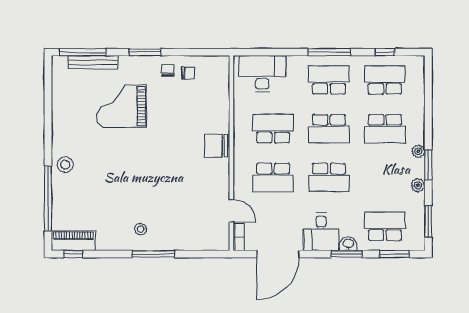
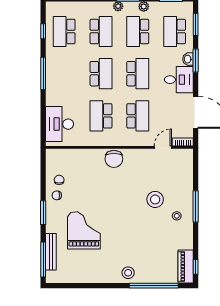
school desk: (329, 80) -> (138, 31), moved
grand piano: (121, 106) -> (84, 230), turned 180
stool: (162, 200) -> (155, 199), added

